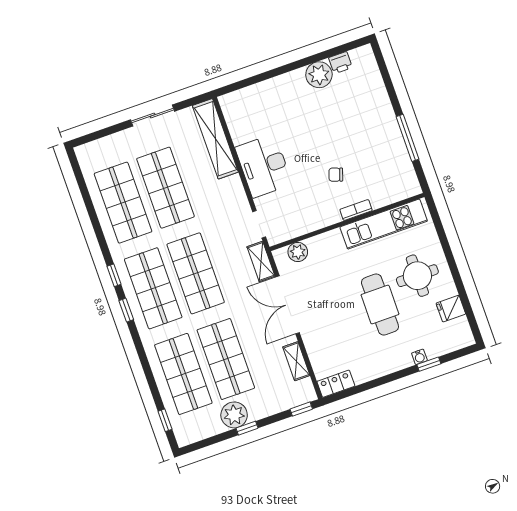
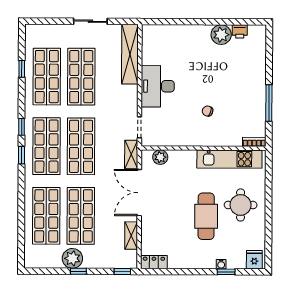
bookcase: (356, 210) -> (254, 142), moved
fridge: (451, 309) -> (254, 260), moved, turned 90
window: (165, 420) -> (22, 69), moved

